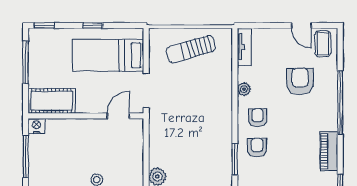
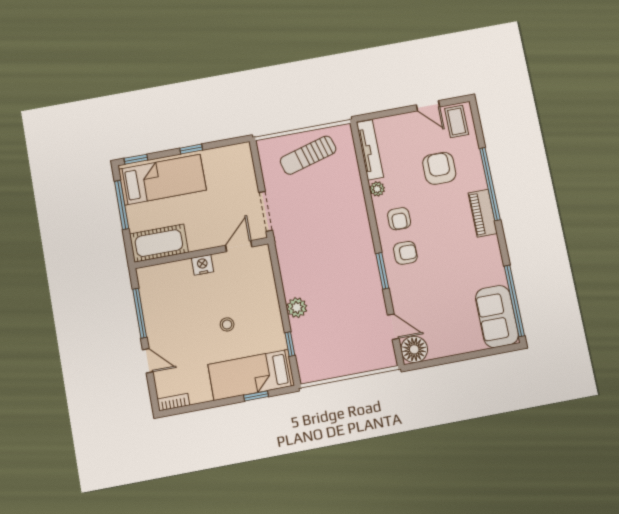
tv unit: (244, 47) -> (370, 150), width x1.41
bed: (108, 55) -> (162, 180), moved, turned 180
armchair: (257, 118) -> (399, 219), turned 180
nightstand: (36, 126) -> (203, 265), moved
armchair: (257, 148) -> (405, 253), turned 90
piano: (329, 151) -> (483, 213), moved

